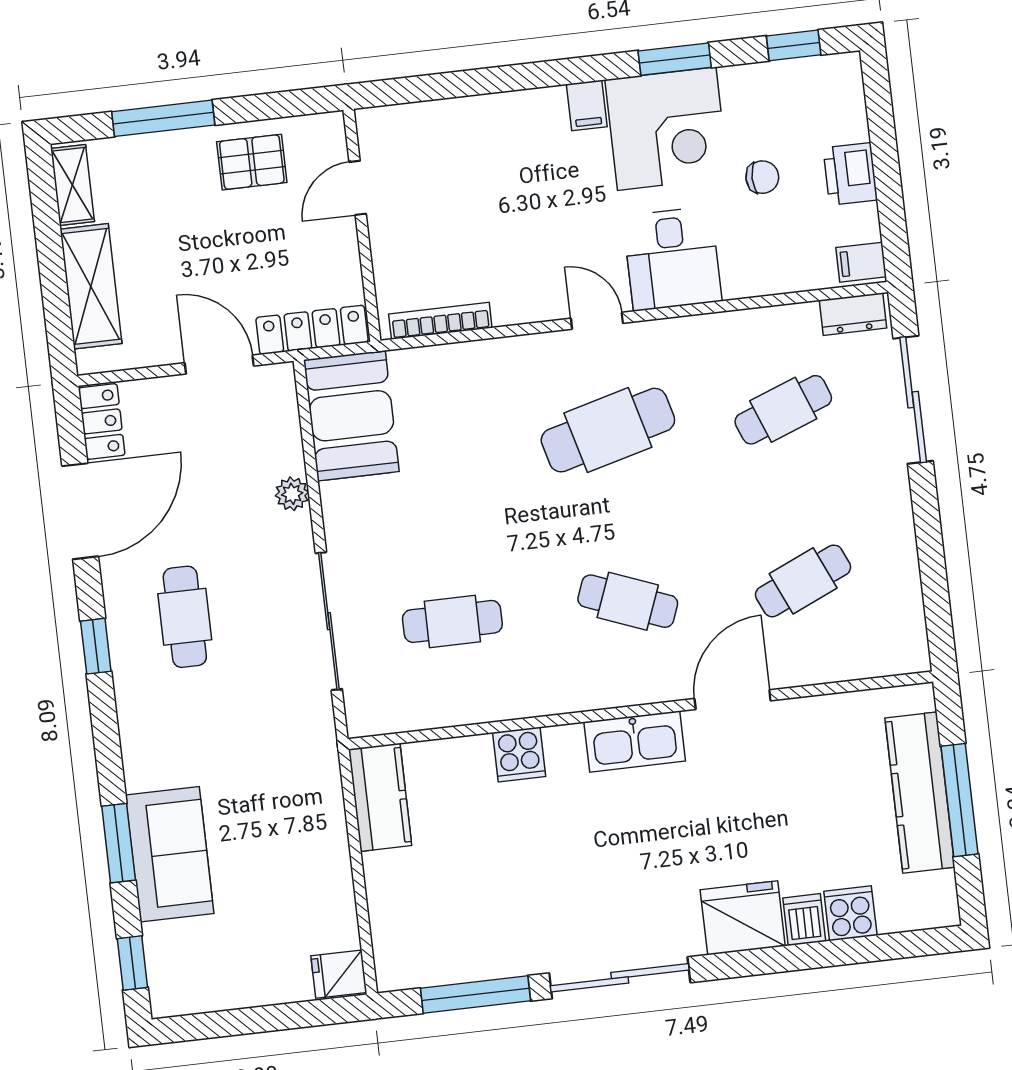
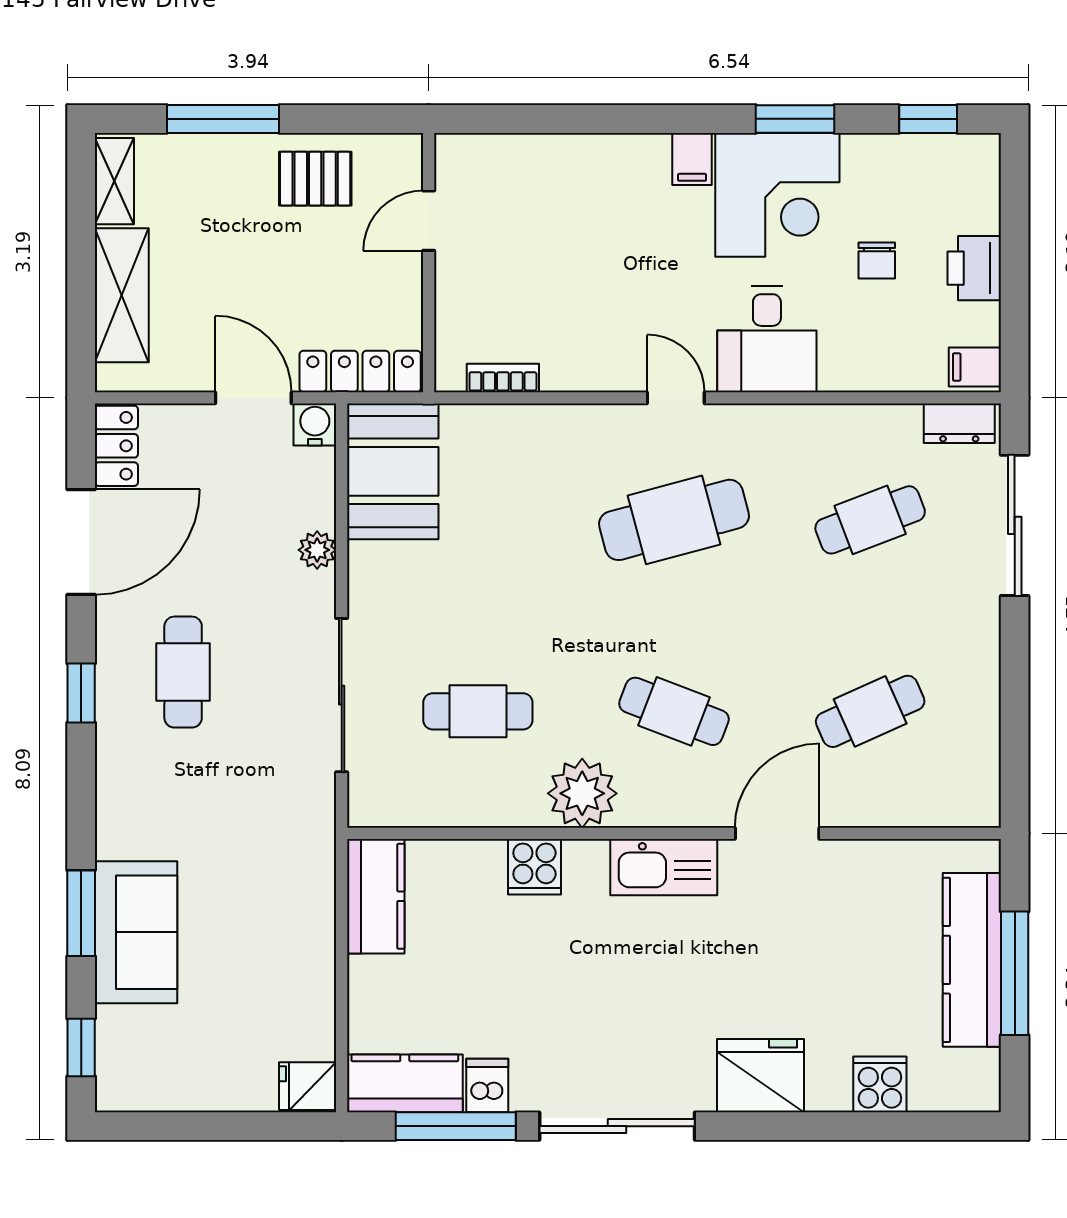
chair: (762, 177) -> (877, 260), turned 90
bookcase: (440, 321) -> (503, 378), width x0.64
water cooler: (277, 382) -> (315, 425), added
plant: (554, 684) -> (582, 793), added
dishwasher: (804, 920) -> (487, 1085), moved
kitchen counter: (426, 962) -> (405, 1083), added

